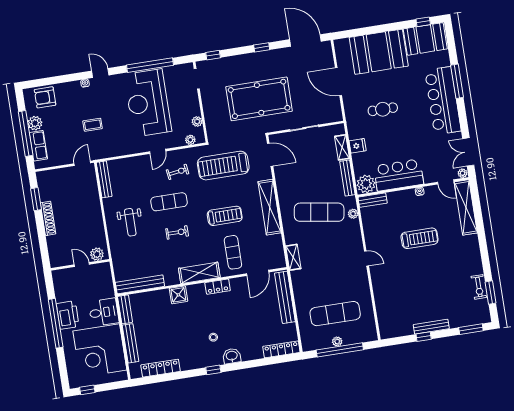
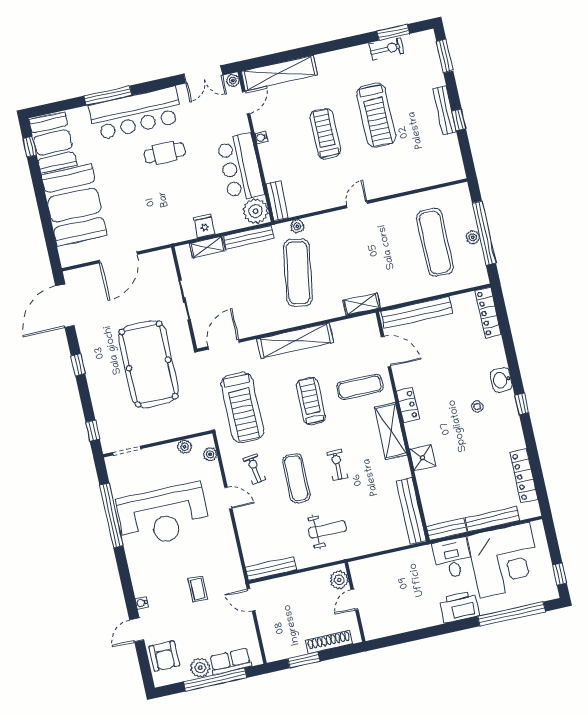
door: (100, 73) -> (137, 630), moved
cafe table: (383, 109) -> (165, 153), moved, turned 90
plant: (97, 254) -> (339, 580), moved
wall: (80, 265) -> (355, 602), moved
door: (82, 265) -> (355, 600), moved
treadmill: (431, 277) -> (376, 115), added
window: (56, 323) -> (511, 614), moved

